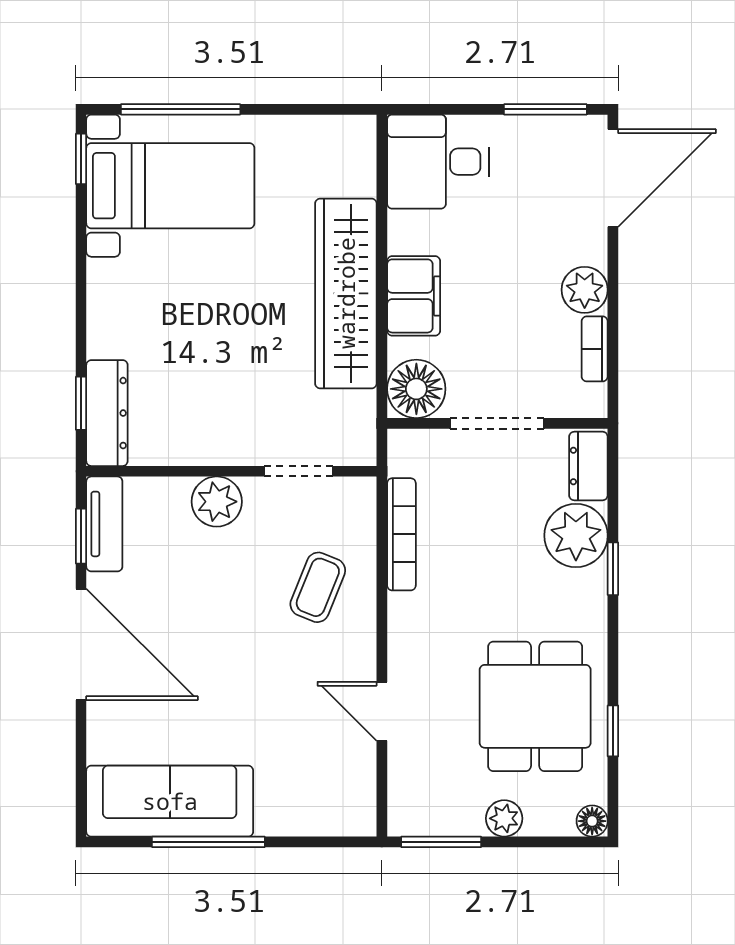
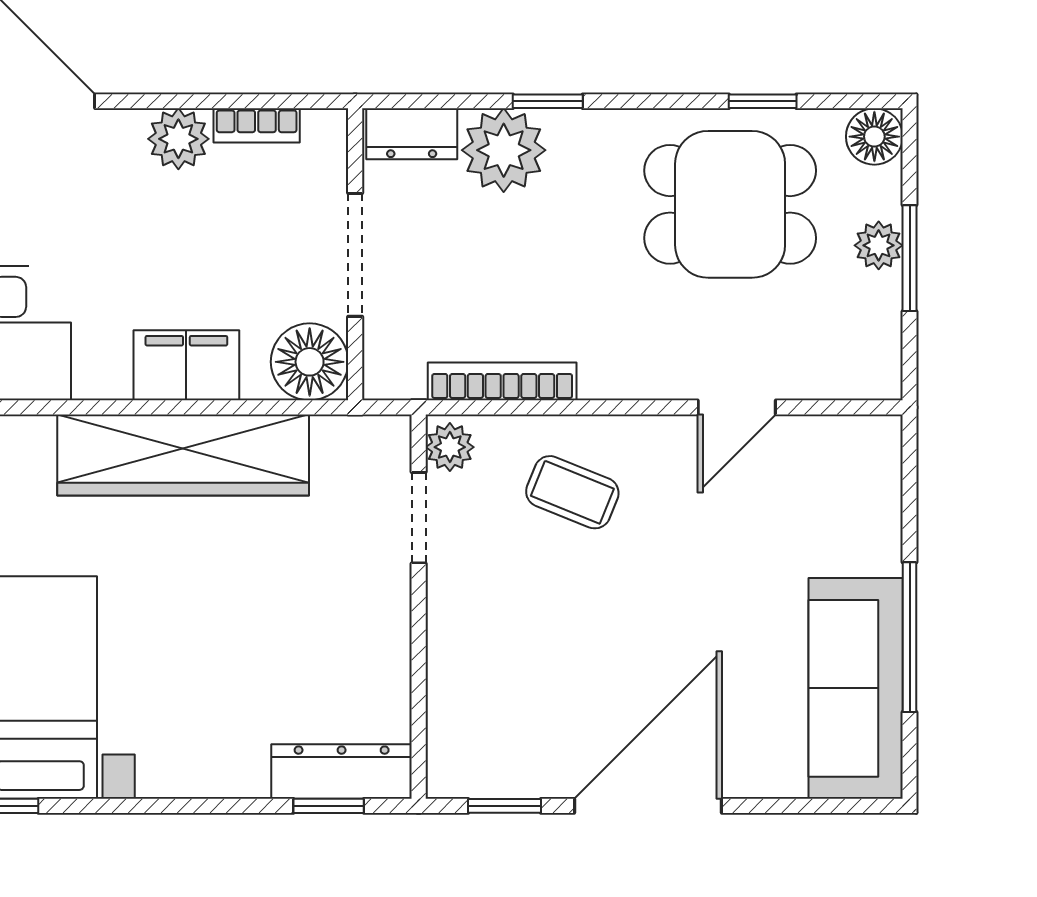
plant: (217, 502) -> (450, 447), moved, width x0.73, depth x0.73
tv unit: (104, 524) -> (488, 775), removed
floor lamp: (592, 821) -> (874, 137), width x1.37, depth x1.37
window: (441, 842) -> (910, 258), moved

